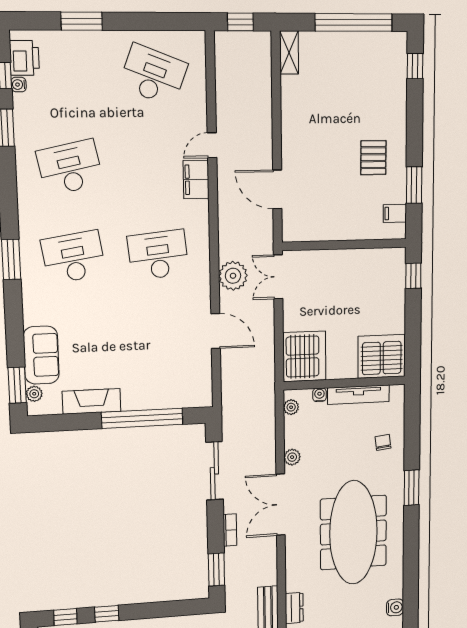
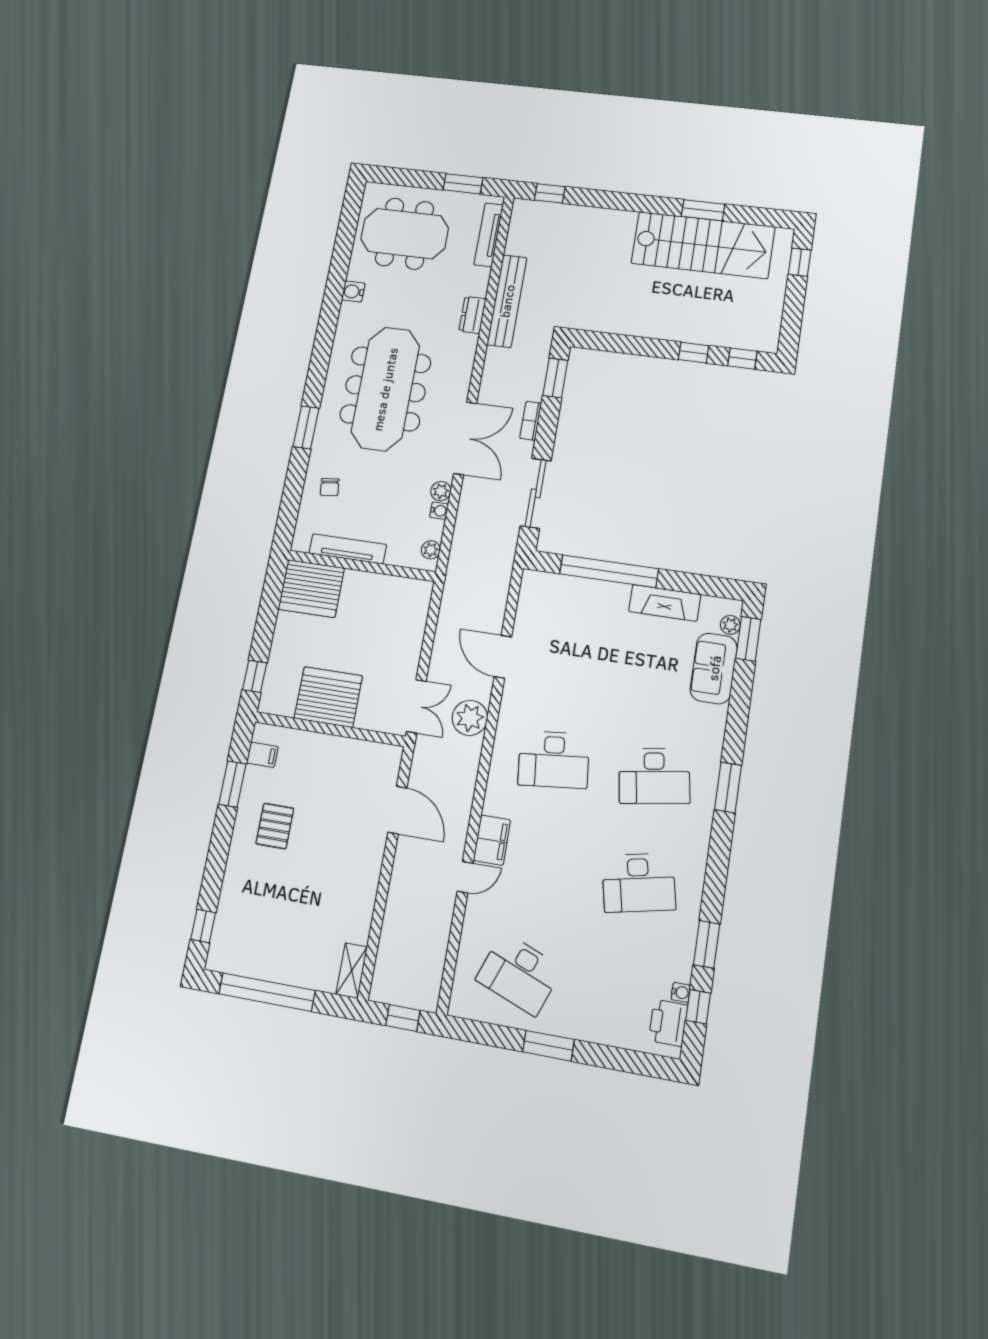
window: (82, 21) -> (548, 1046), moved
server rack: (304, 356) -> (328, 697), moved, turned 90
water cooler: (319, 395) -> (439, 511), moved, turned -90

